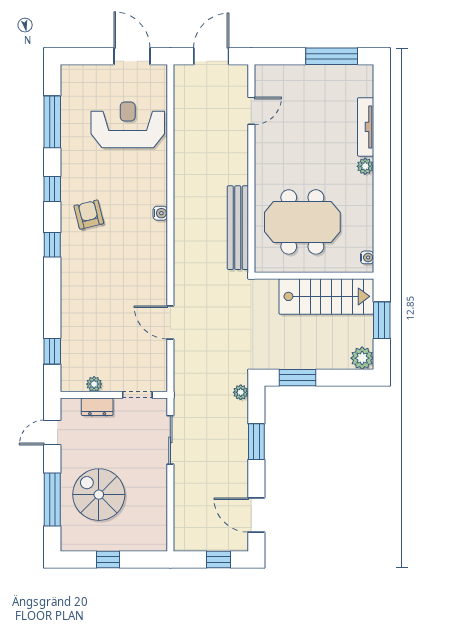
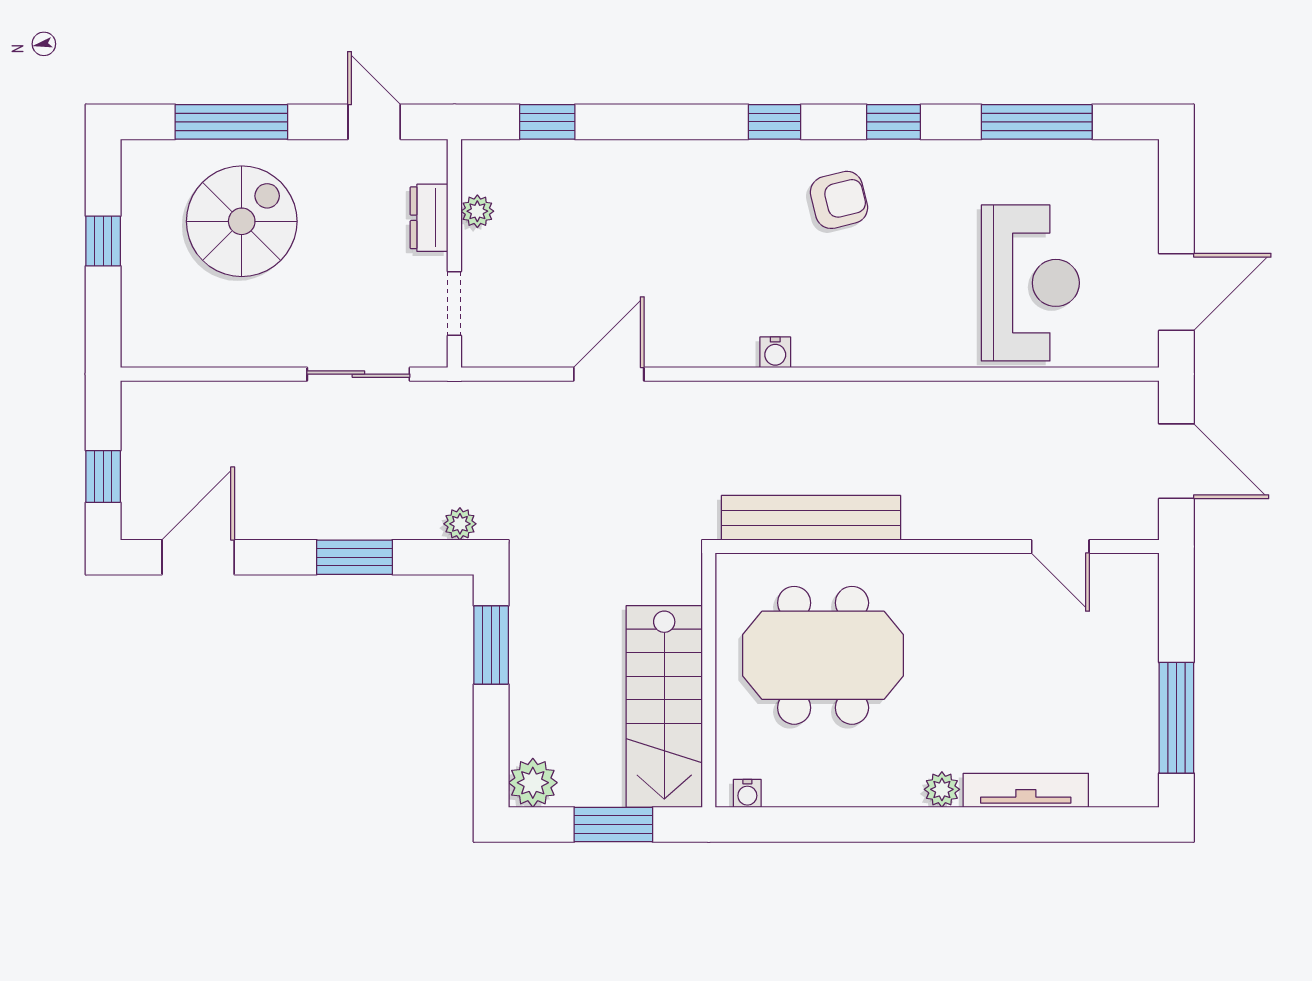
water cooler: (160, 213) -> (775, 352), moved
meeting table: (302, 222) -> (823, 655), turned 90

